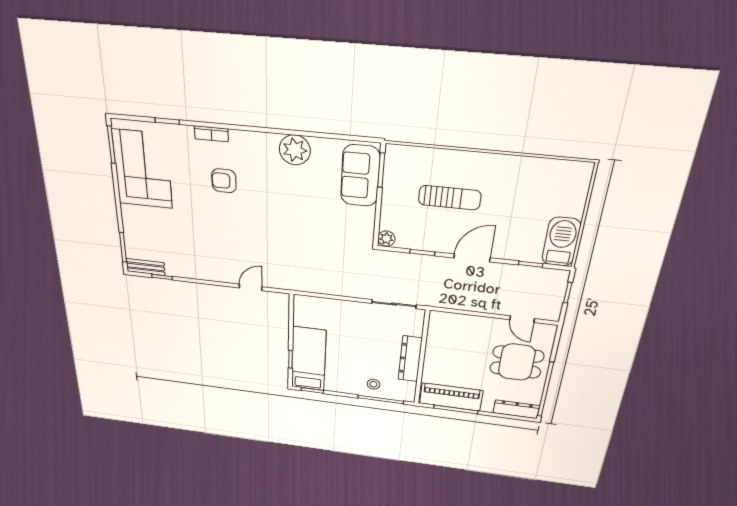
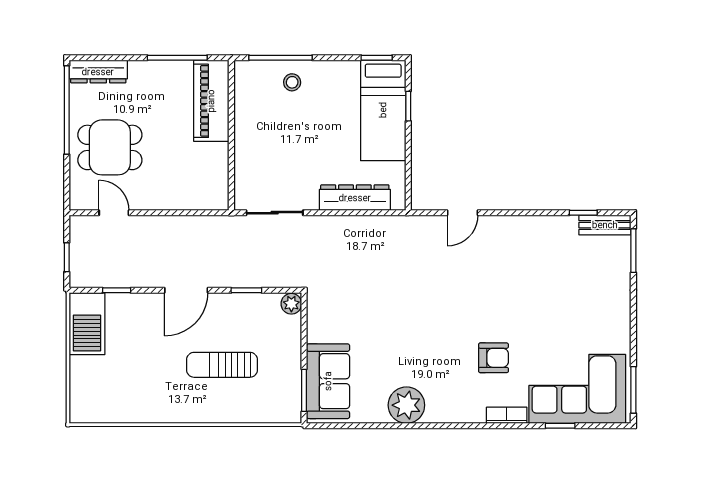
corner sofa: (142, 169) -> (577, 389), moved, turned 90
dresser: (410, 359) -> (355, 198), moved, turned -90
piano: (451, 397) -> (211, 101), moved, turned 90

